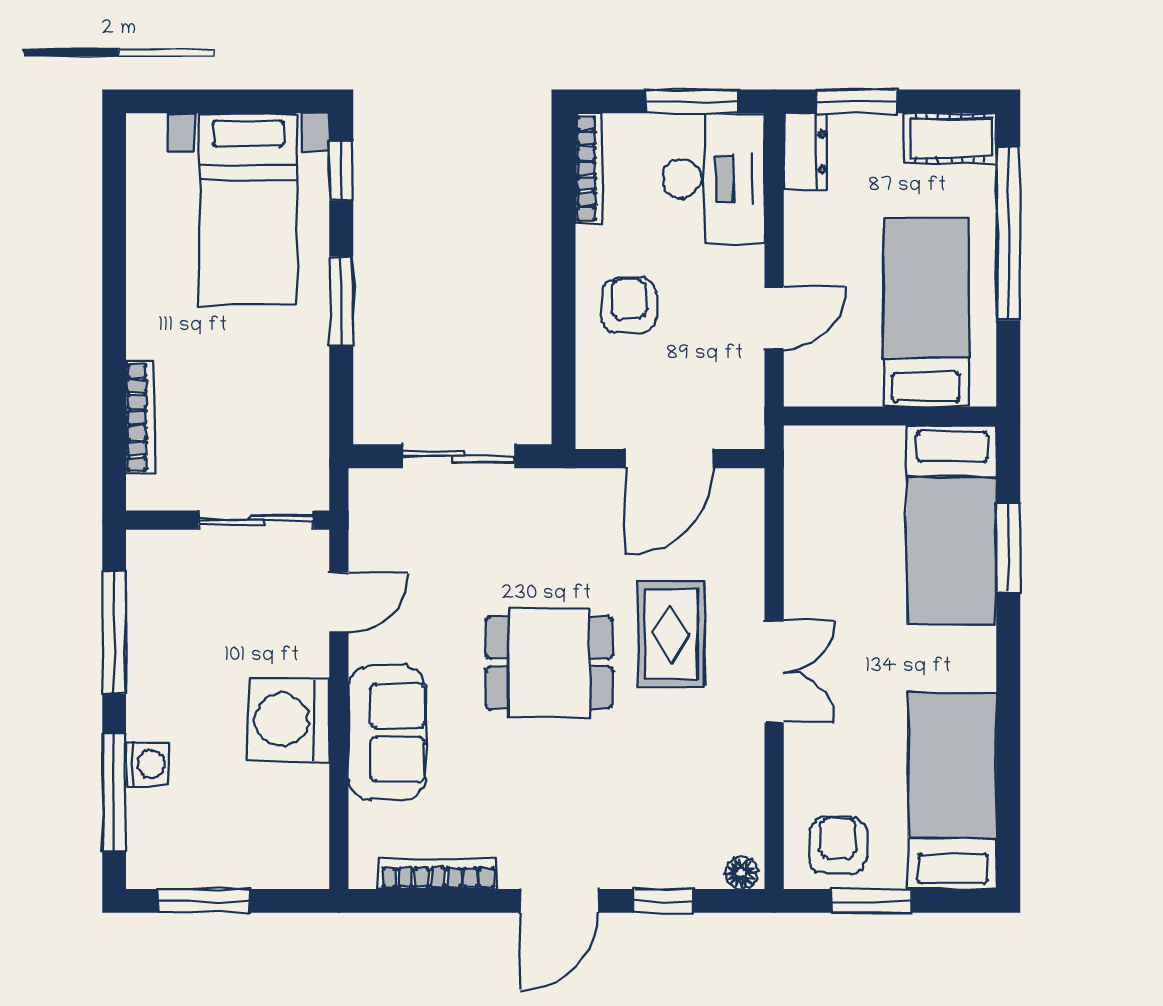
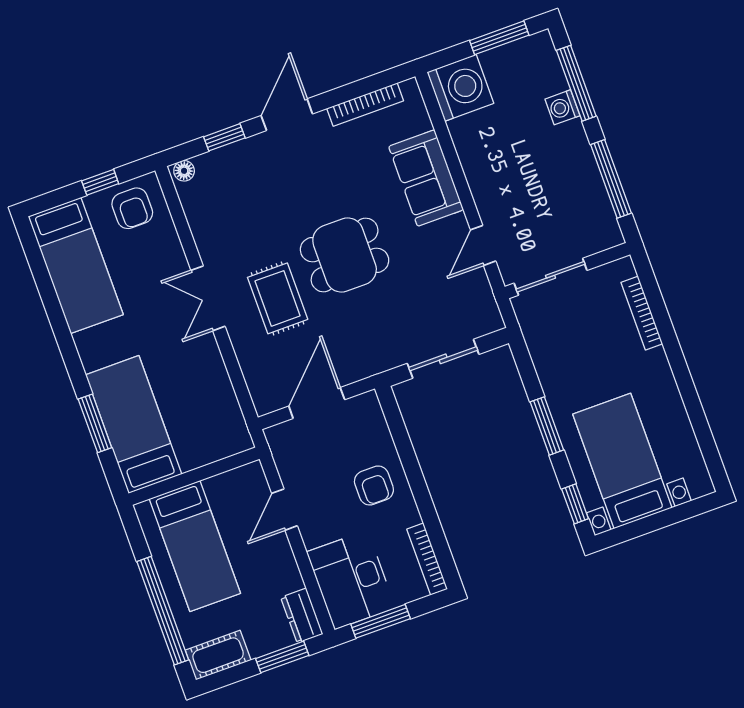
washing machine: (288, 720) -> (460, 88), moved
window: (871, 901) -> (100, 182), width x0.67

